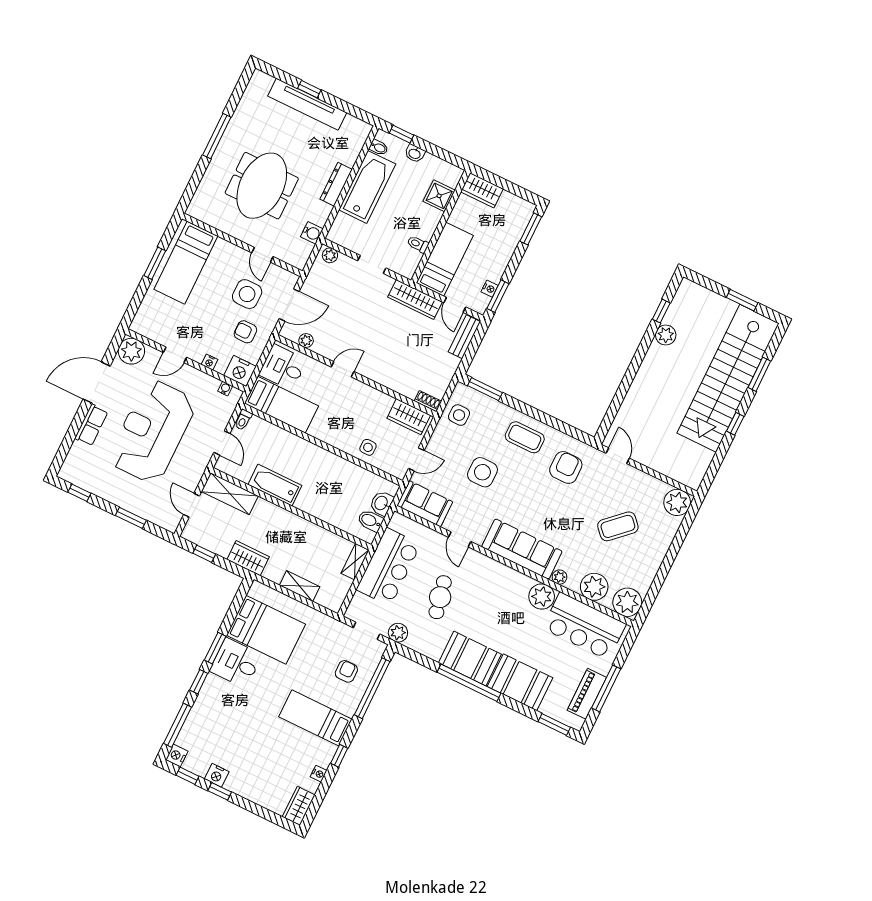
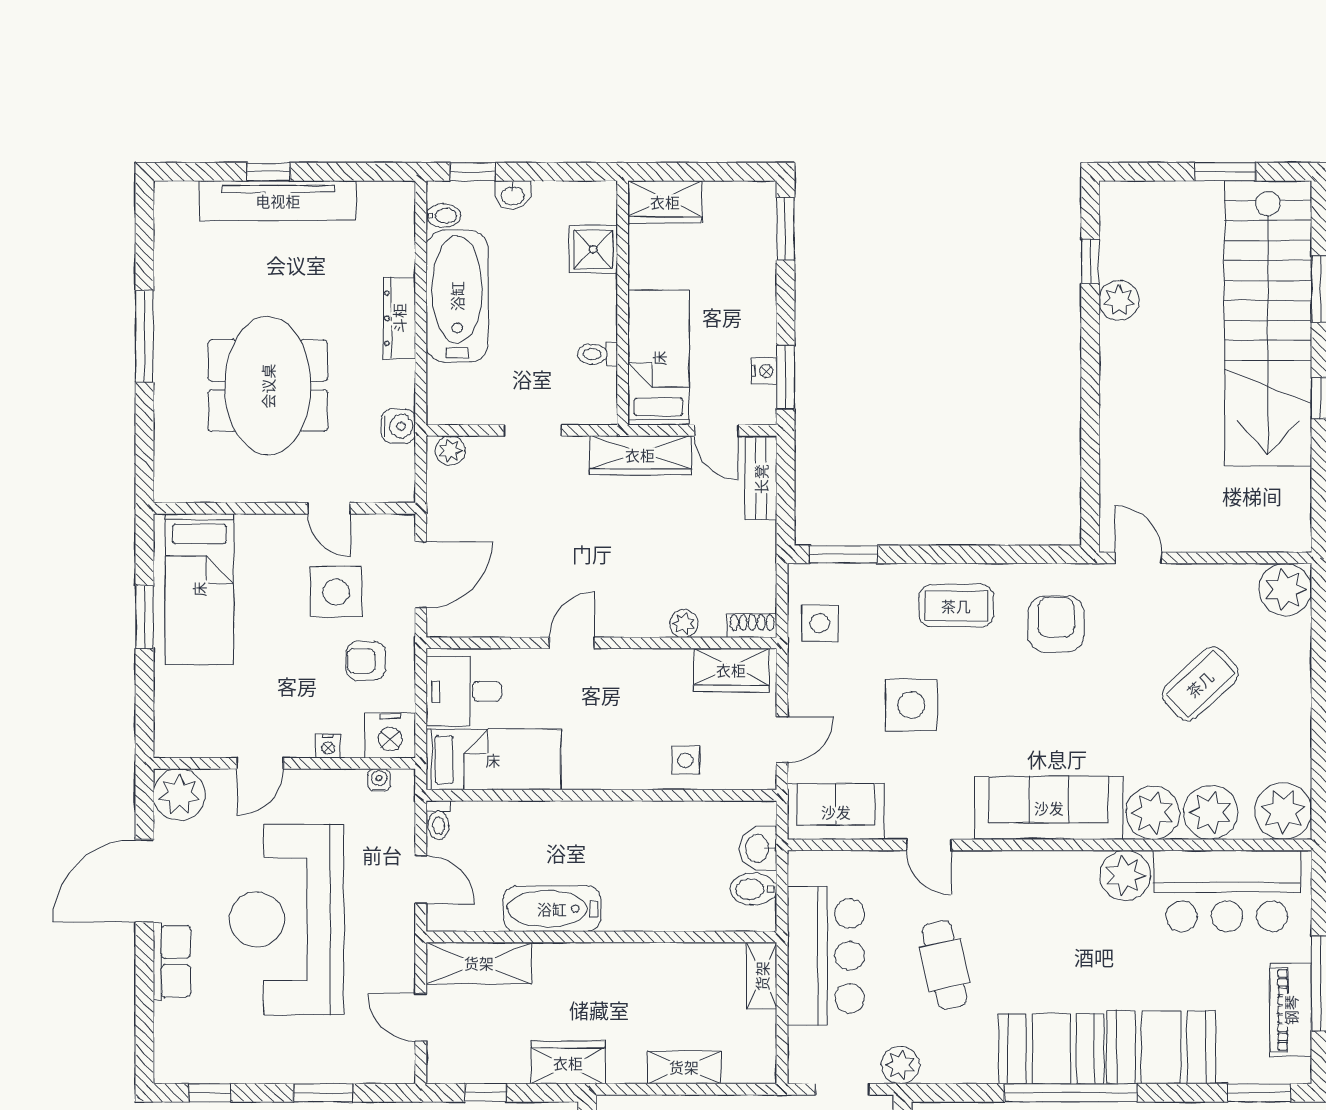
plant: (306, 341) -> (684, 624), moved
plant: (559, 577) -> (1153, 813), width x1.88, depth x1.88

